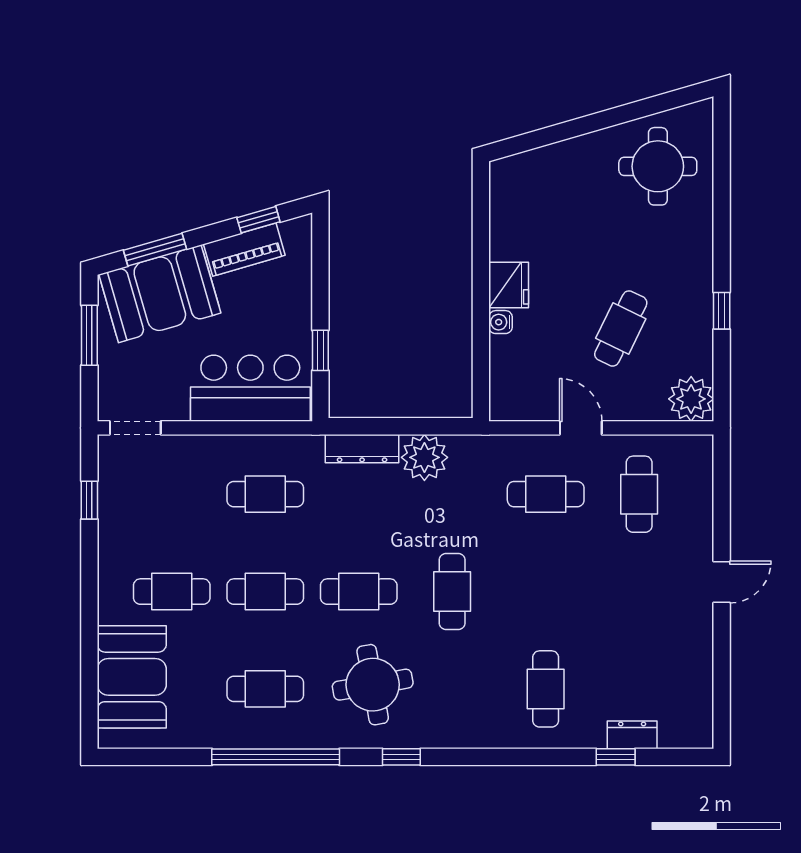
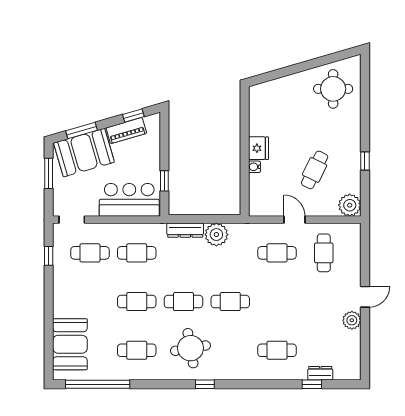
cafe table: (172, 592) -> (90, 253), moved
cafe table: (452, 592) -> (230, 302), turned 90
plant: (695, 629) -> (352, 320), added
cafe table: (546, 689) -> (277, 350), turned 90
window: (276, 757) -> (98, 384), moved

